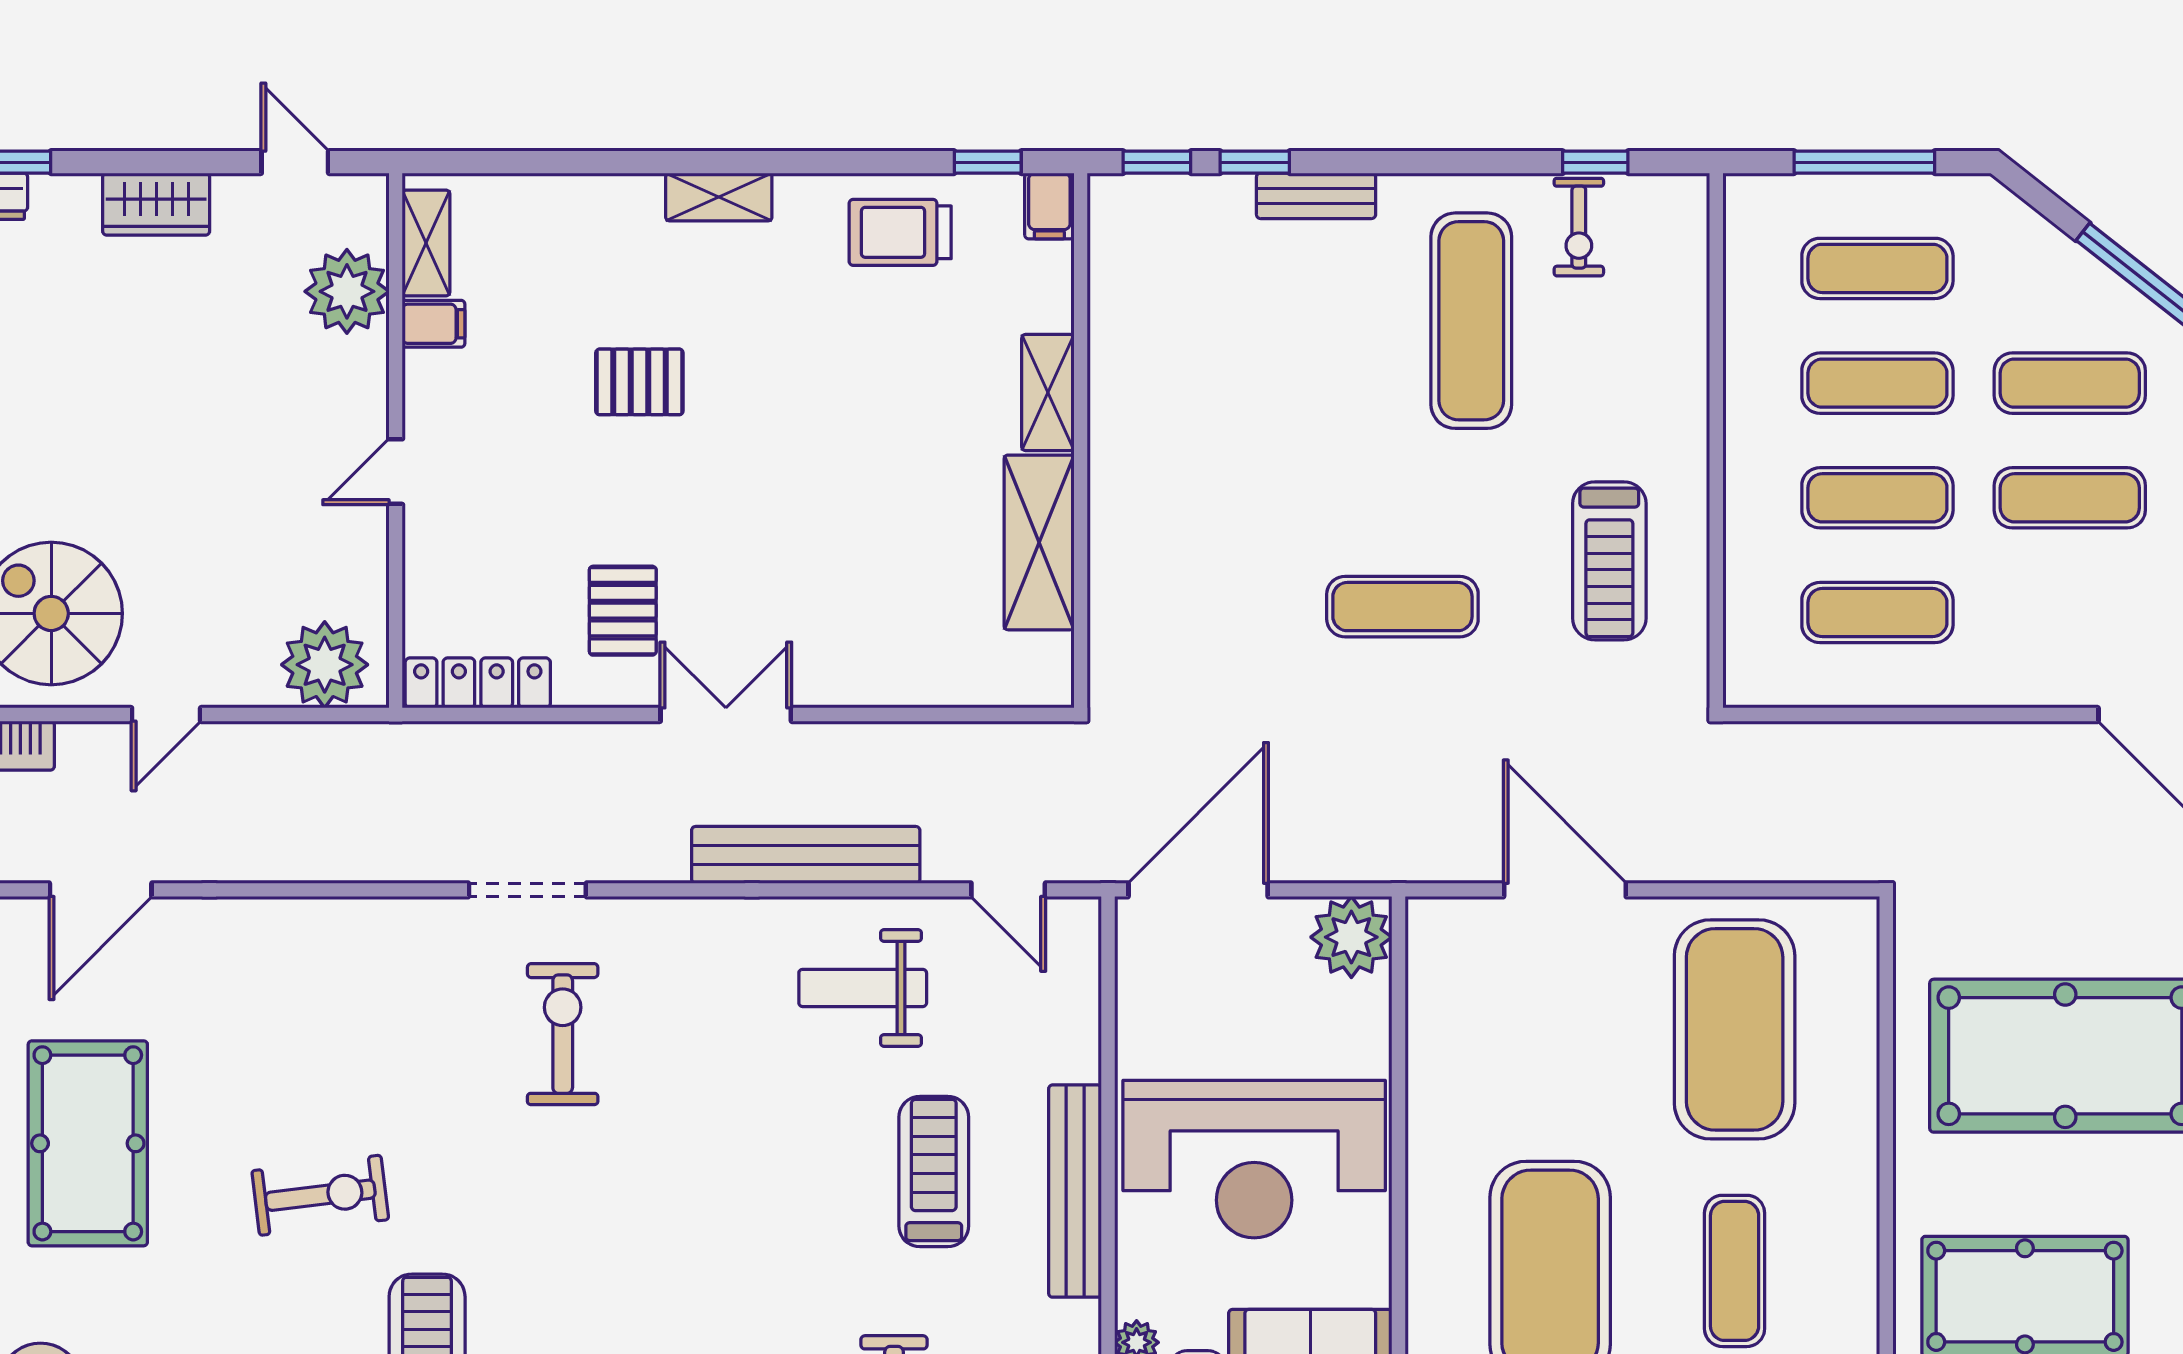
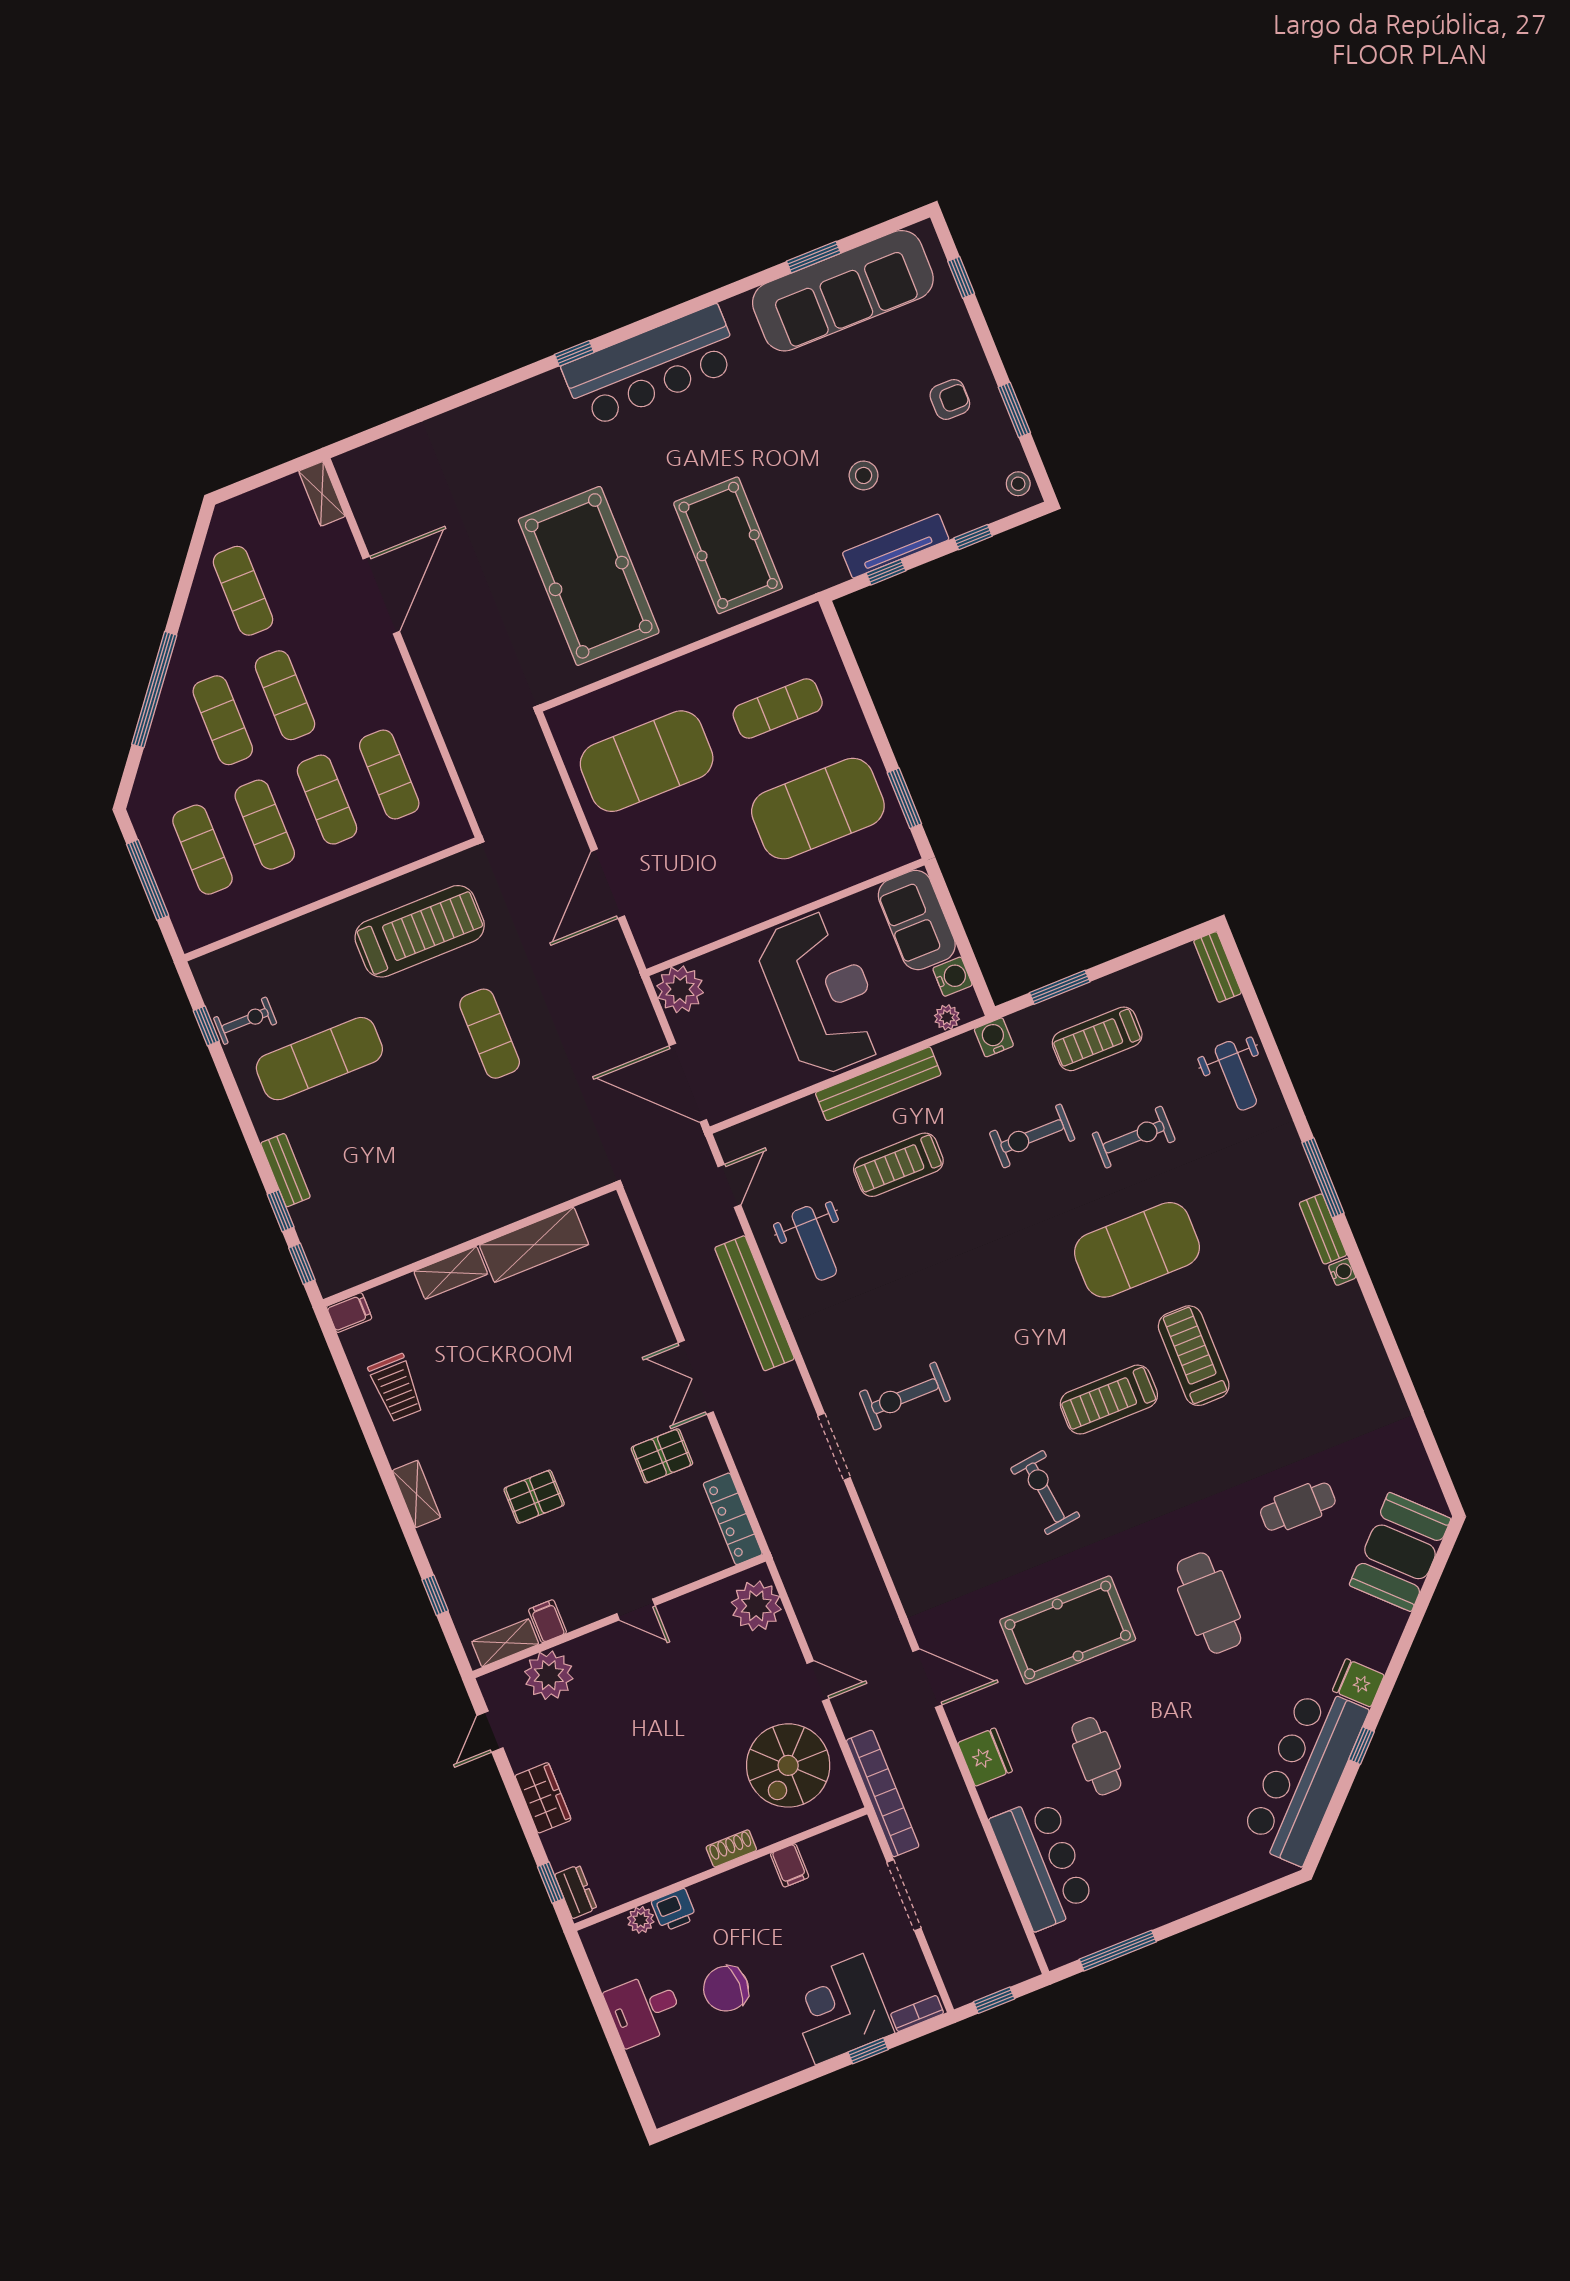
window: (988, 162) -> (435, 1595), moved
pallet: (639, 382) -> (534, 1497), turned 90
treadmill: (1609, 561) -> (420, 931), width x1.37, depth x1.38

